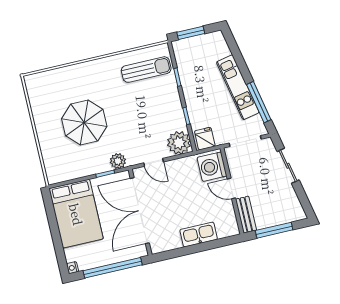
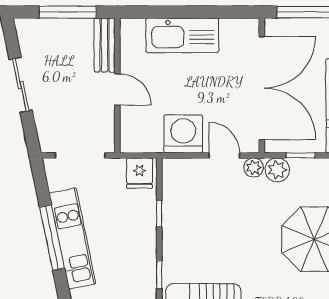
window: (259, 102) -> (52, 238), moved
plant: (179, 143) -> (254, 167), moved, width x0.53, depth x0.53
sliding door: (288, 166) -> (21, 85), moved
washing machine: (212, 167) -> (183, 134), moved, turned -90
kitchen sink: (199, 235) -> (182, 35), width x1.36, depth x1.24

